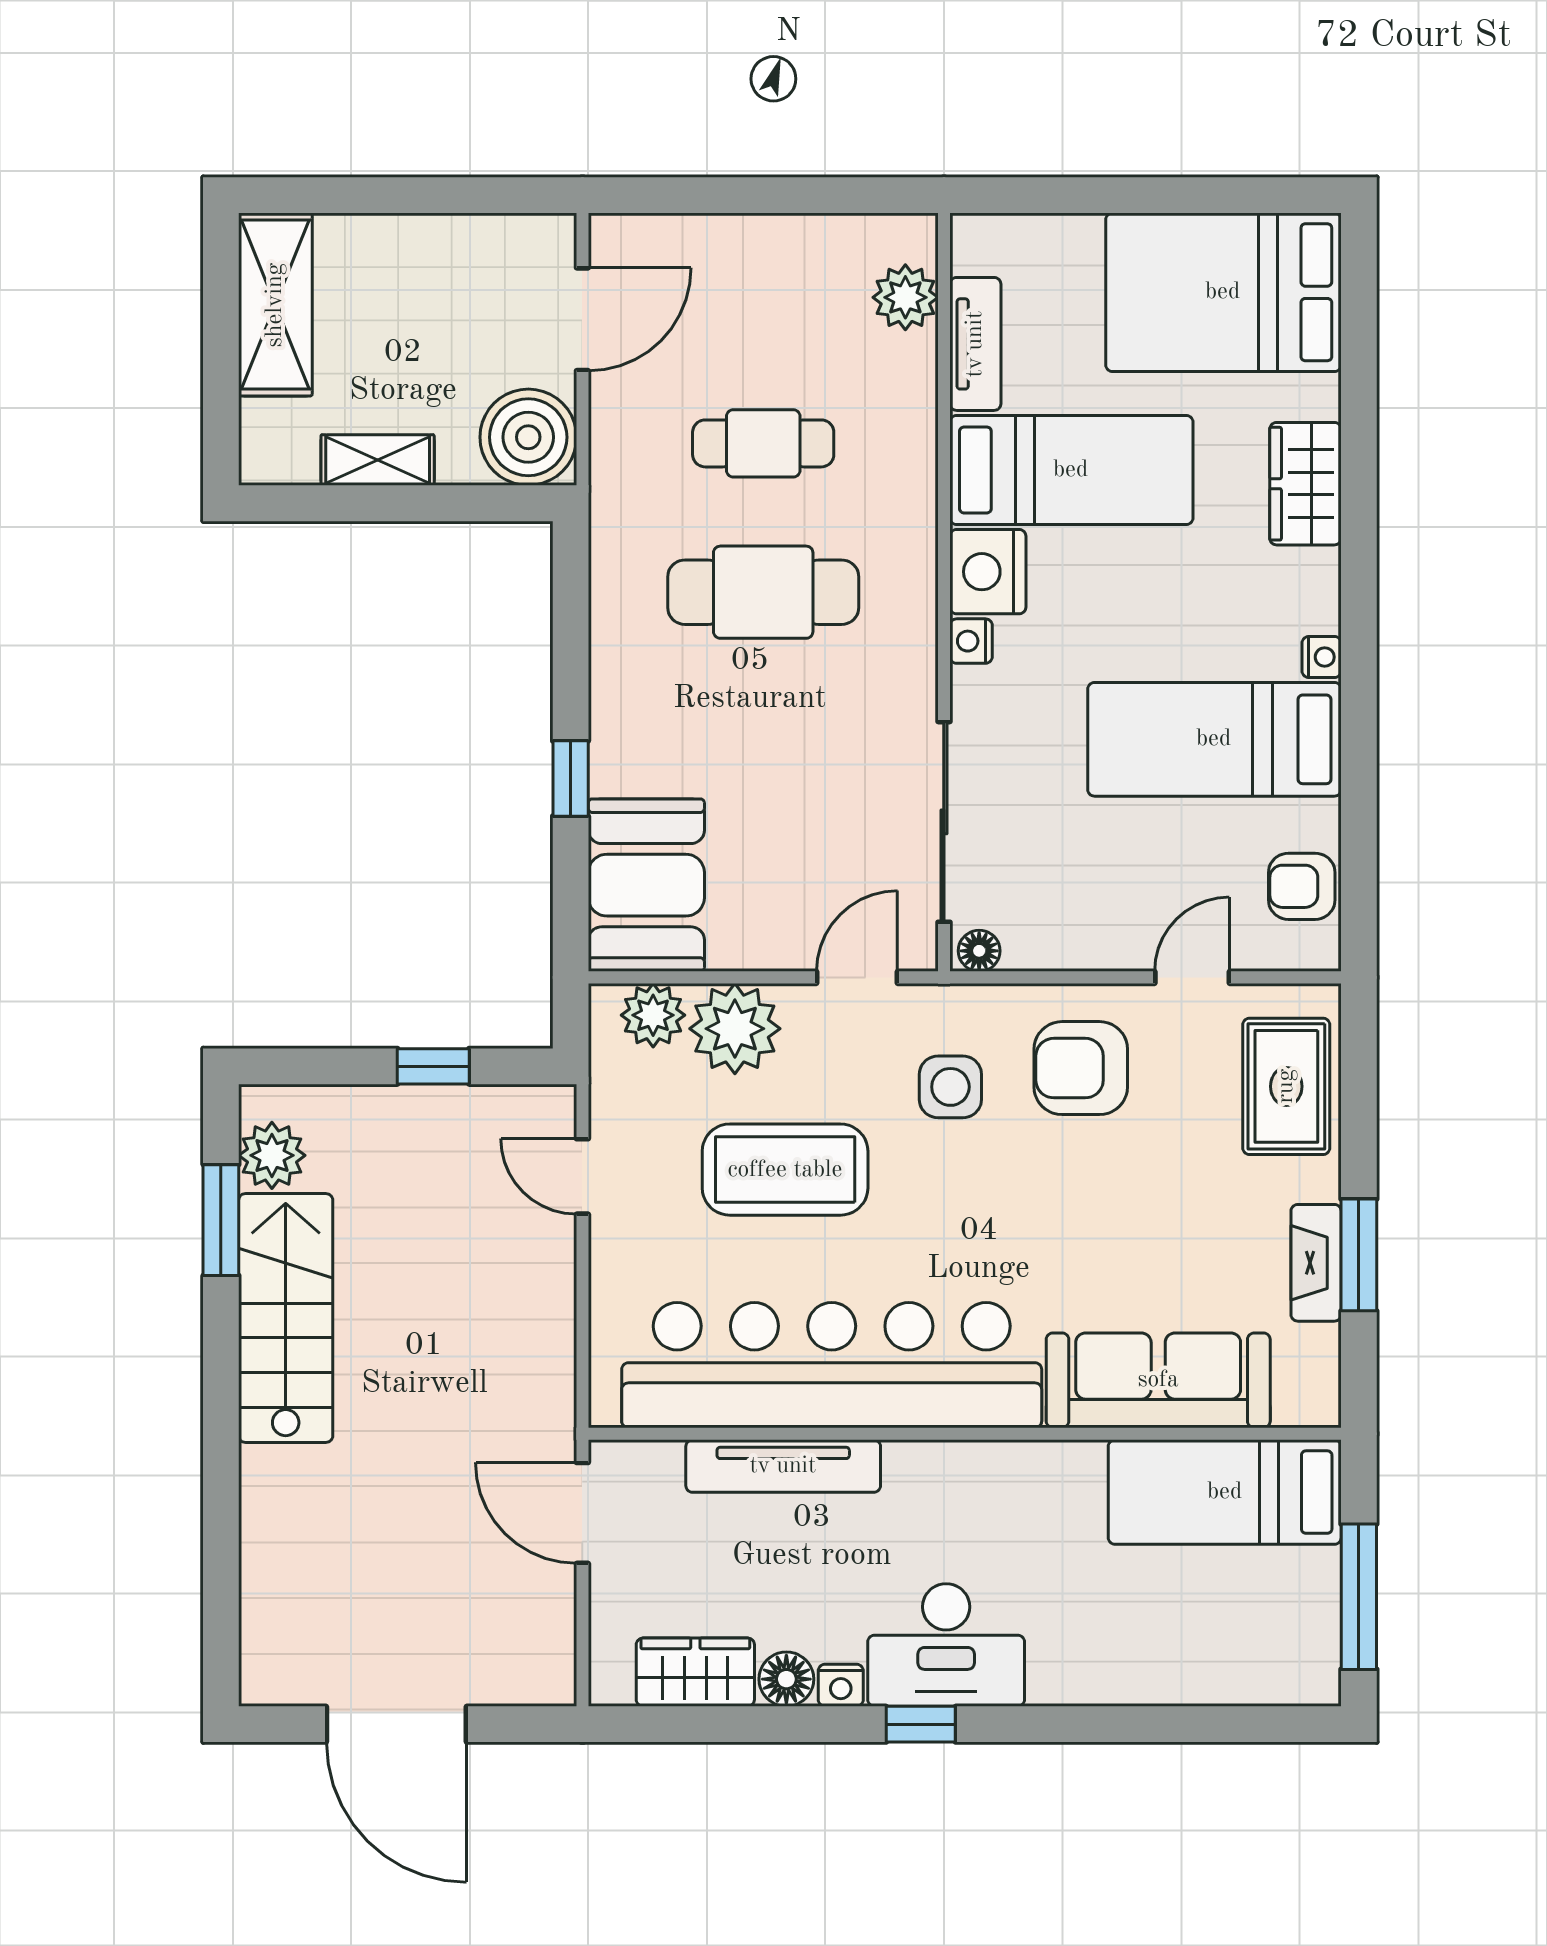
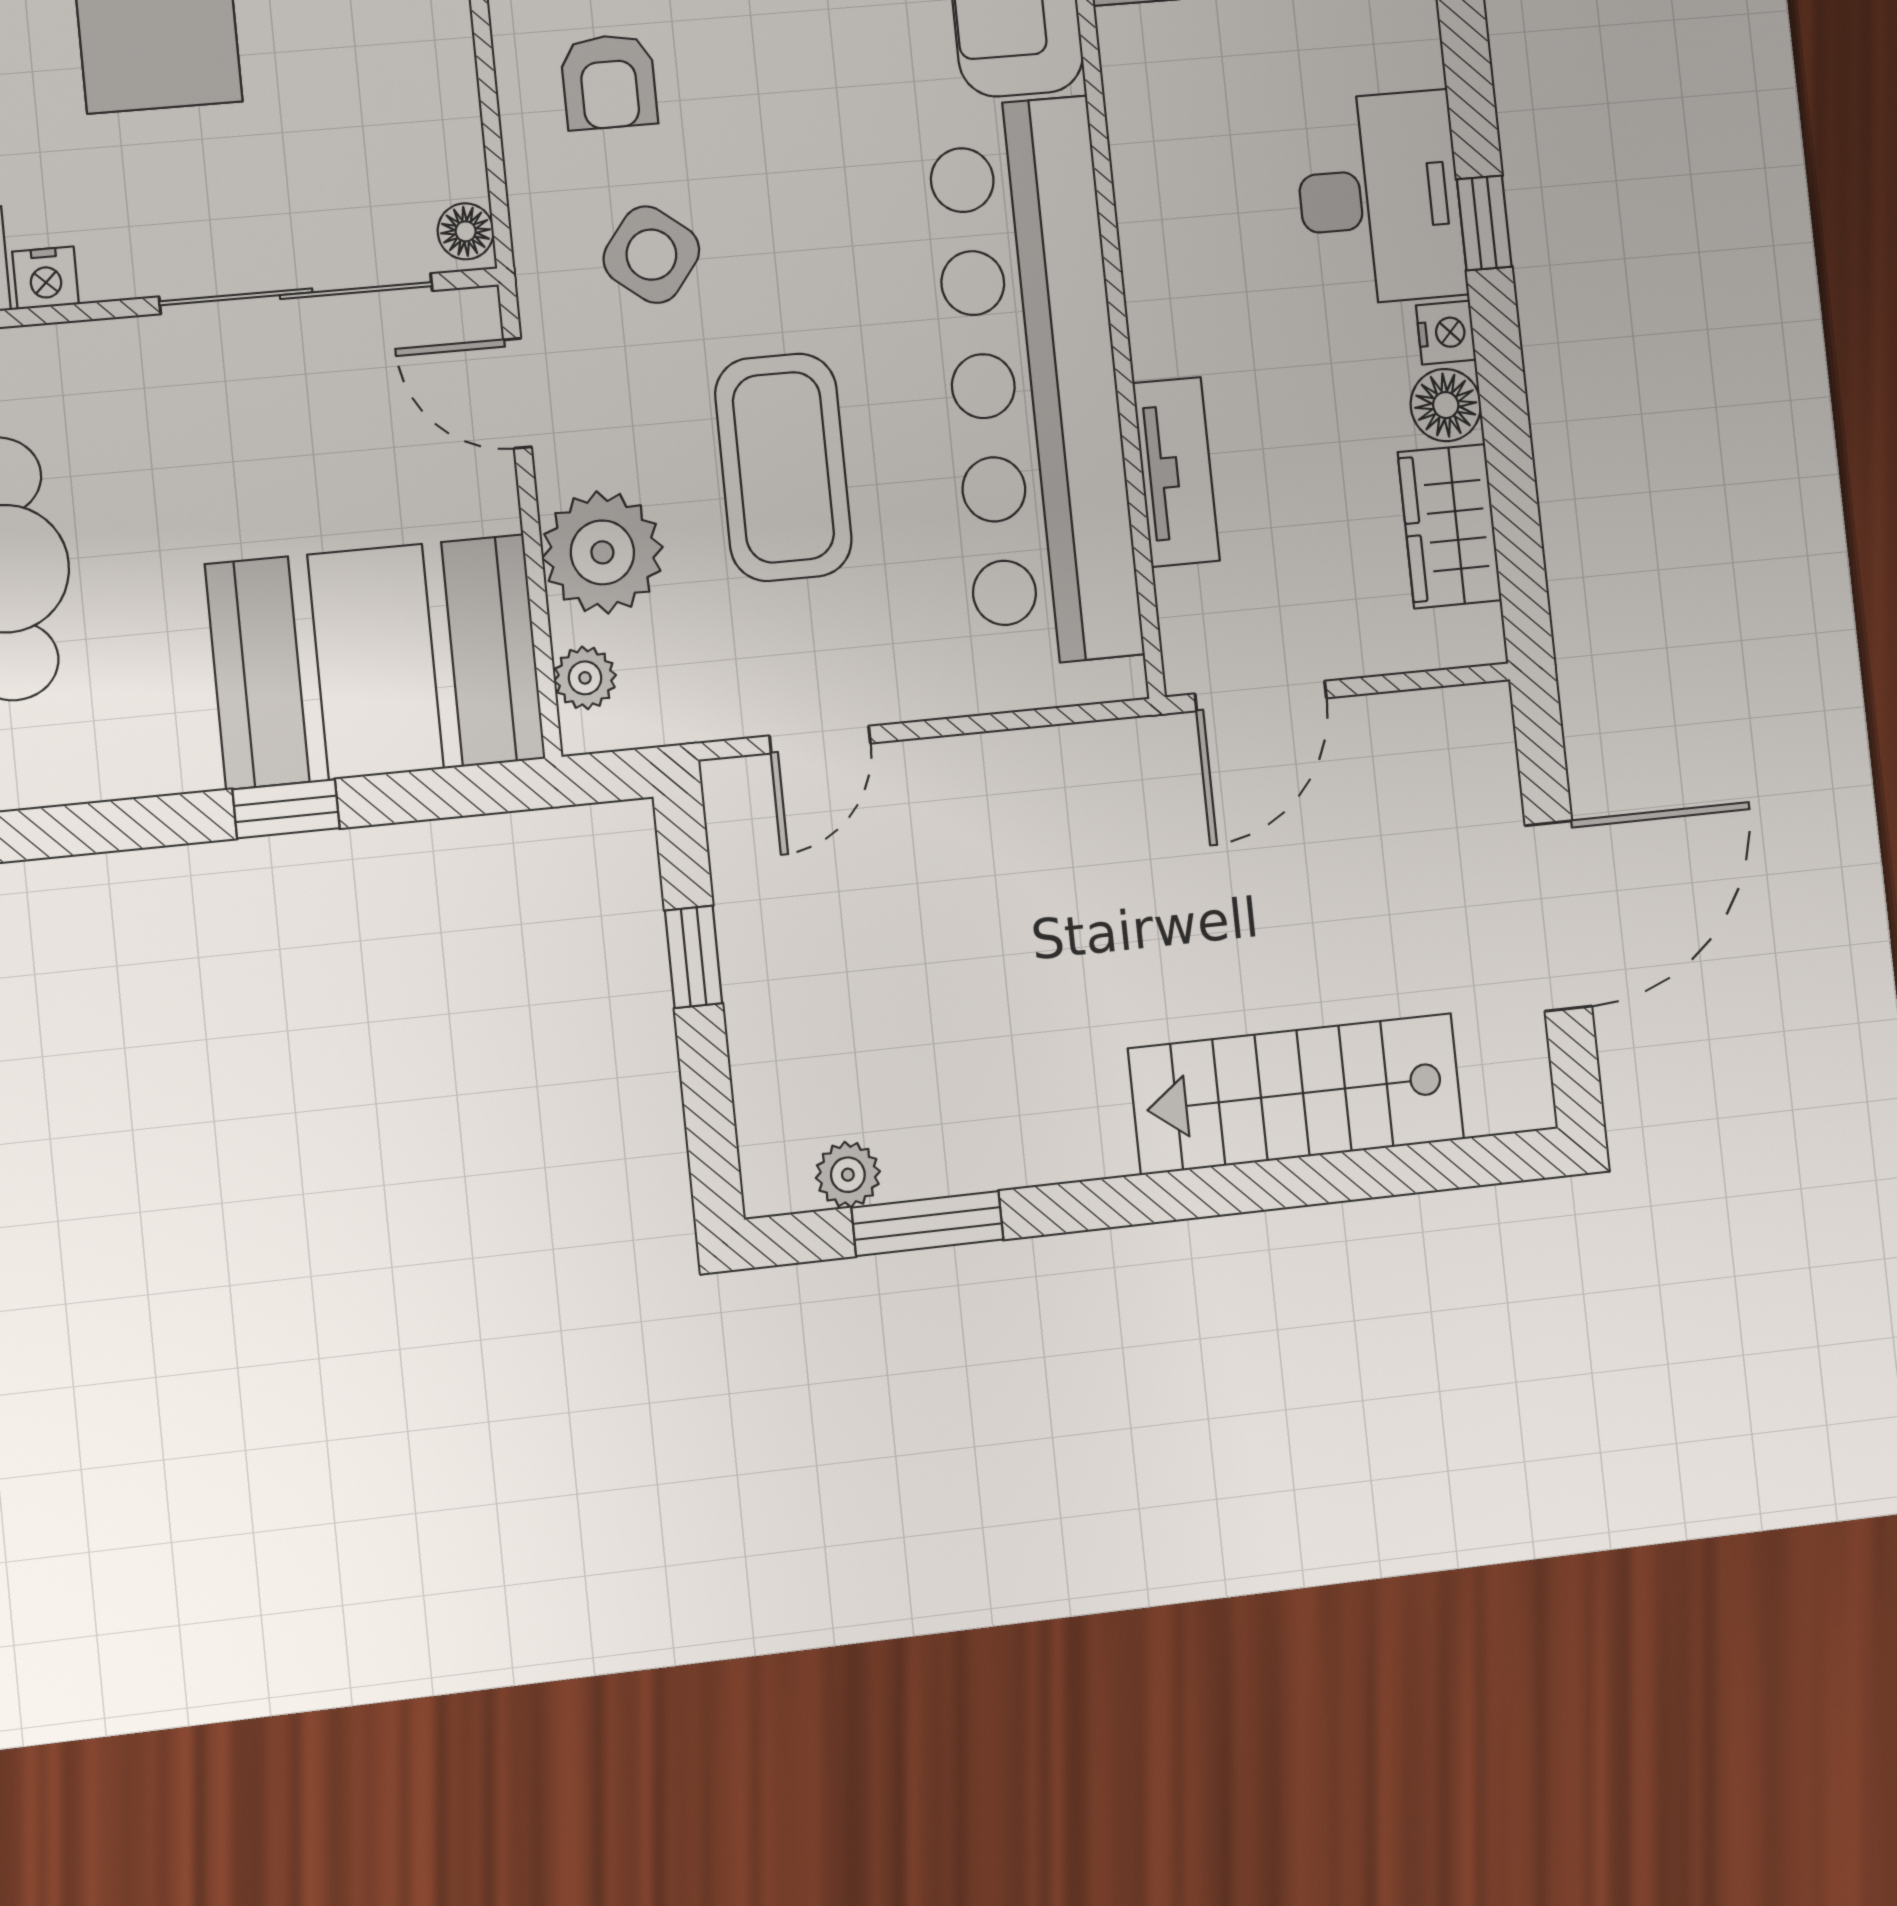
booth: (646, 885) -> (376, 662), width x1.36, depth x1.42
plant: (653, 1015) -> (585, 678), width x0.73, depth x0.73
armchair: (1081, 1068) -> (609, 82), width x0.72, depth x0.72
side table: (950, 1087) -> (651, 255), turned 38
plant: (272, 1155) -> (848, 1175), width x0.73, depth x0.73
stairs: (286, 1318) -> (1297, 1094), moved
tv unit: (783, 1466) -> (1176, 472), width x0.71

